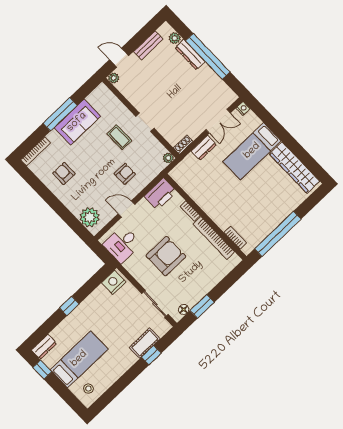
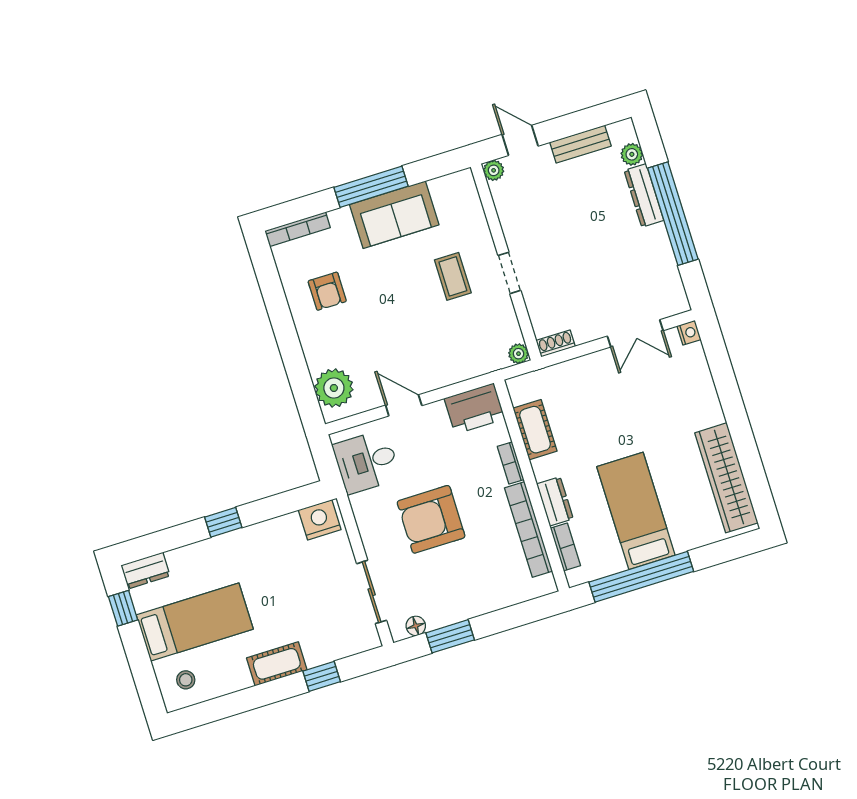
dresser: (204, 148) -> (555, 501), moved, turned -90
bed: (252, 151) -> (636, 511), moved, turned 90
armchair: (64, 173) -> (327, 291), turned 180
armchair: (125, 174) -> (431, 344), removed
cot: (194, 190) -> (535, 430), added
armchair: (166, 256) -> (431, 519), turned 180
cot: (145, 343) -> (277, 664), moved

